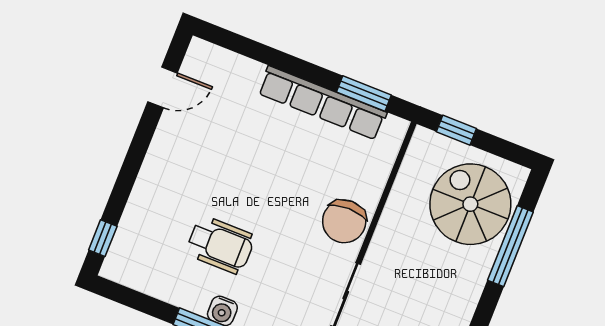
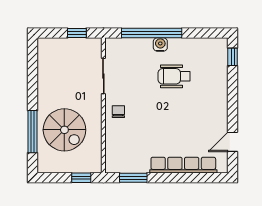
row of seats: (322, 103) -> (183, 165), moved
spiral stairs: (470, 204) -> (64, 130), moved
chair: (344, 221) -> (118, 112), width x0.54, depth x0.54

